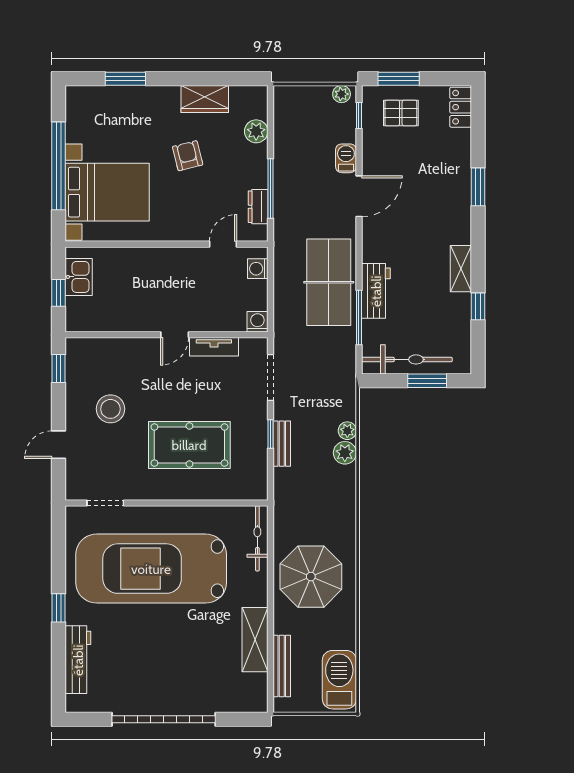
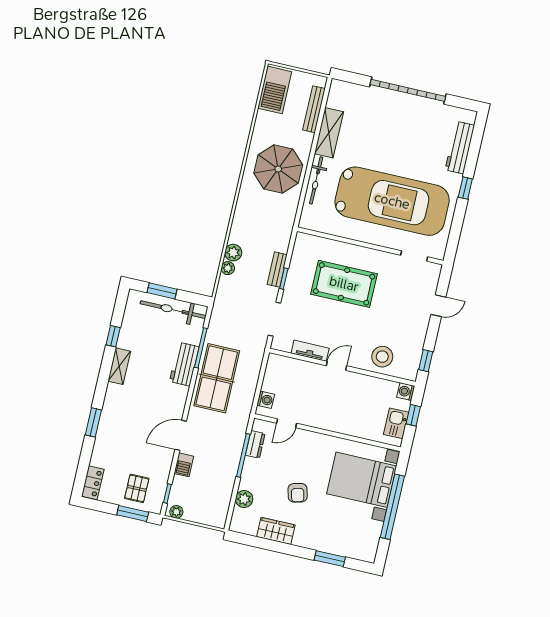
pallet: (401, 113) -> (137, 488), turned 90
washing machine: (257, 322) -> (406, 392), moved, turned 90
stool: (110, 409) -> (382, 357), moved
bicycle: (257, 538) -> (316, 180), moved

